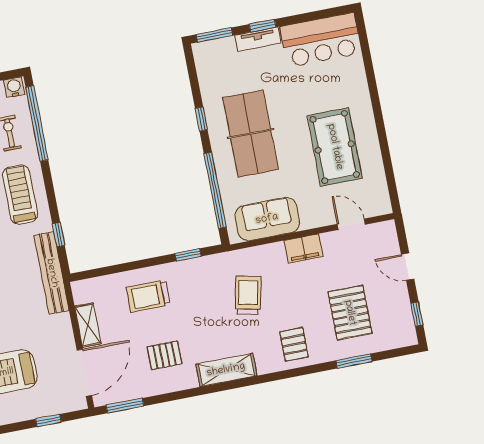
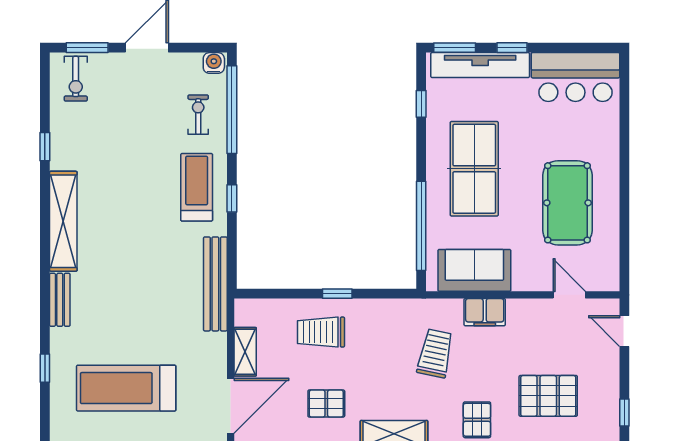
tv unit: (258, 39) -> (480, 65), width x1.92, depth x1.29
window: (201, 119) -> (421, 104), moved
window: (58, 235) -> (232, 198), moved
filing cabinet: (303, 249) -> (485, 312), moved
window: (188, 255) -> (337, 294), moved
door: (408, 267) -> (624, 331), moved
pallet: (350, 313) -> (548, 396), turned 90

